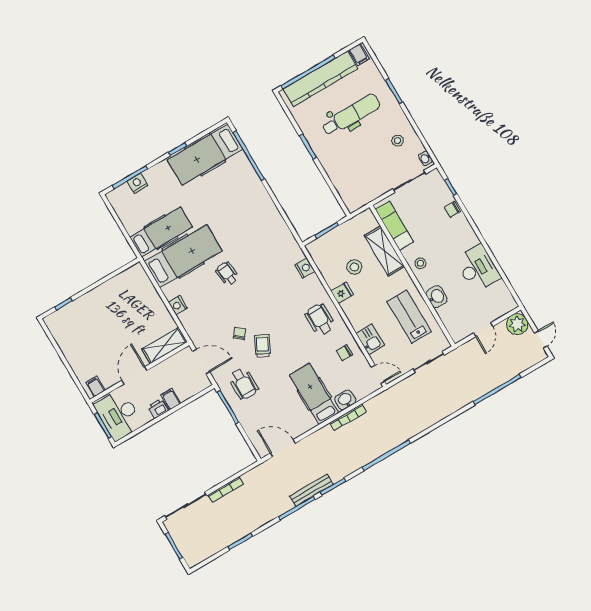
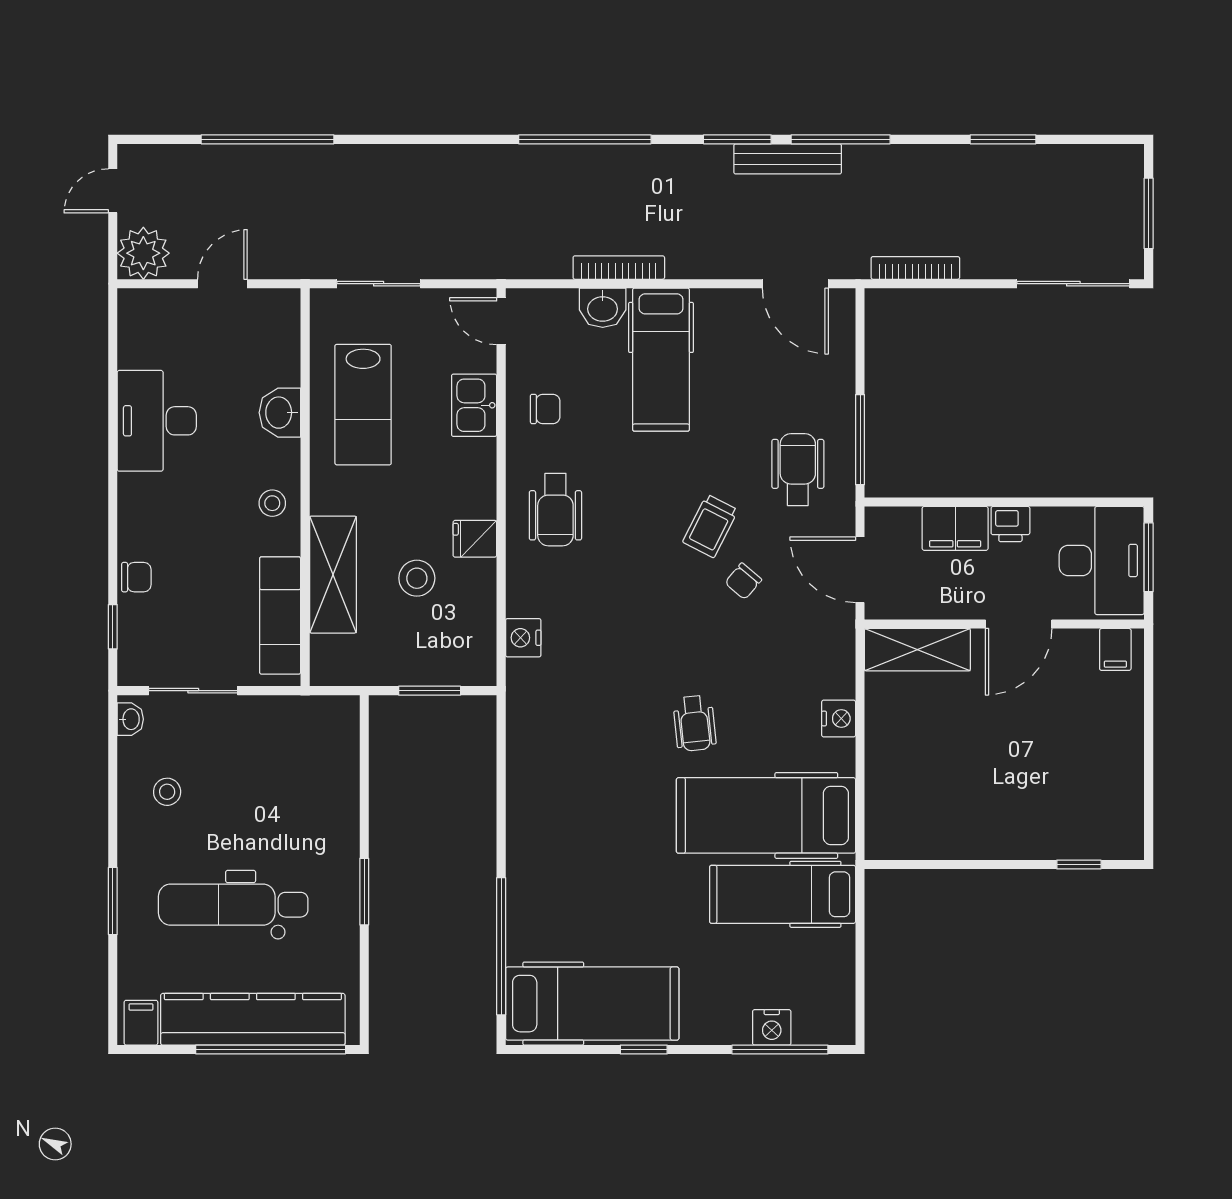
filing cabinet: (171, 399) -> (955, 528), width x2.00
bookcase: (226, 489) -> (915, 268), moved

